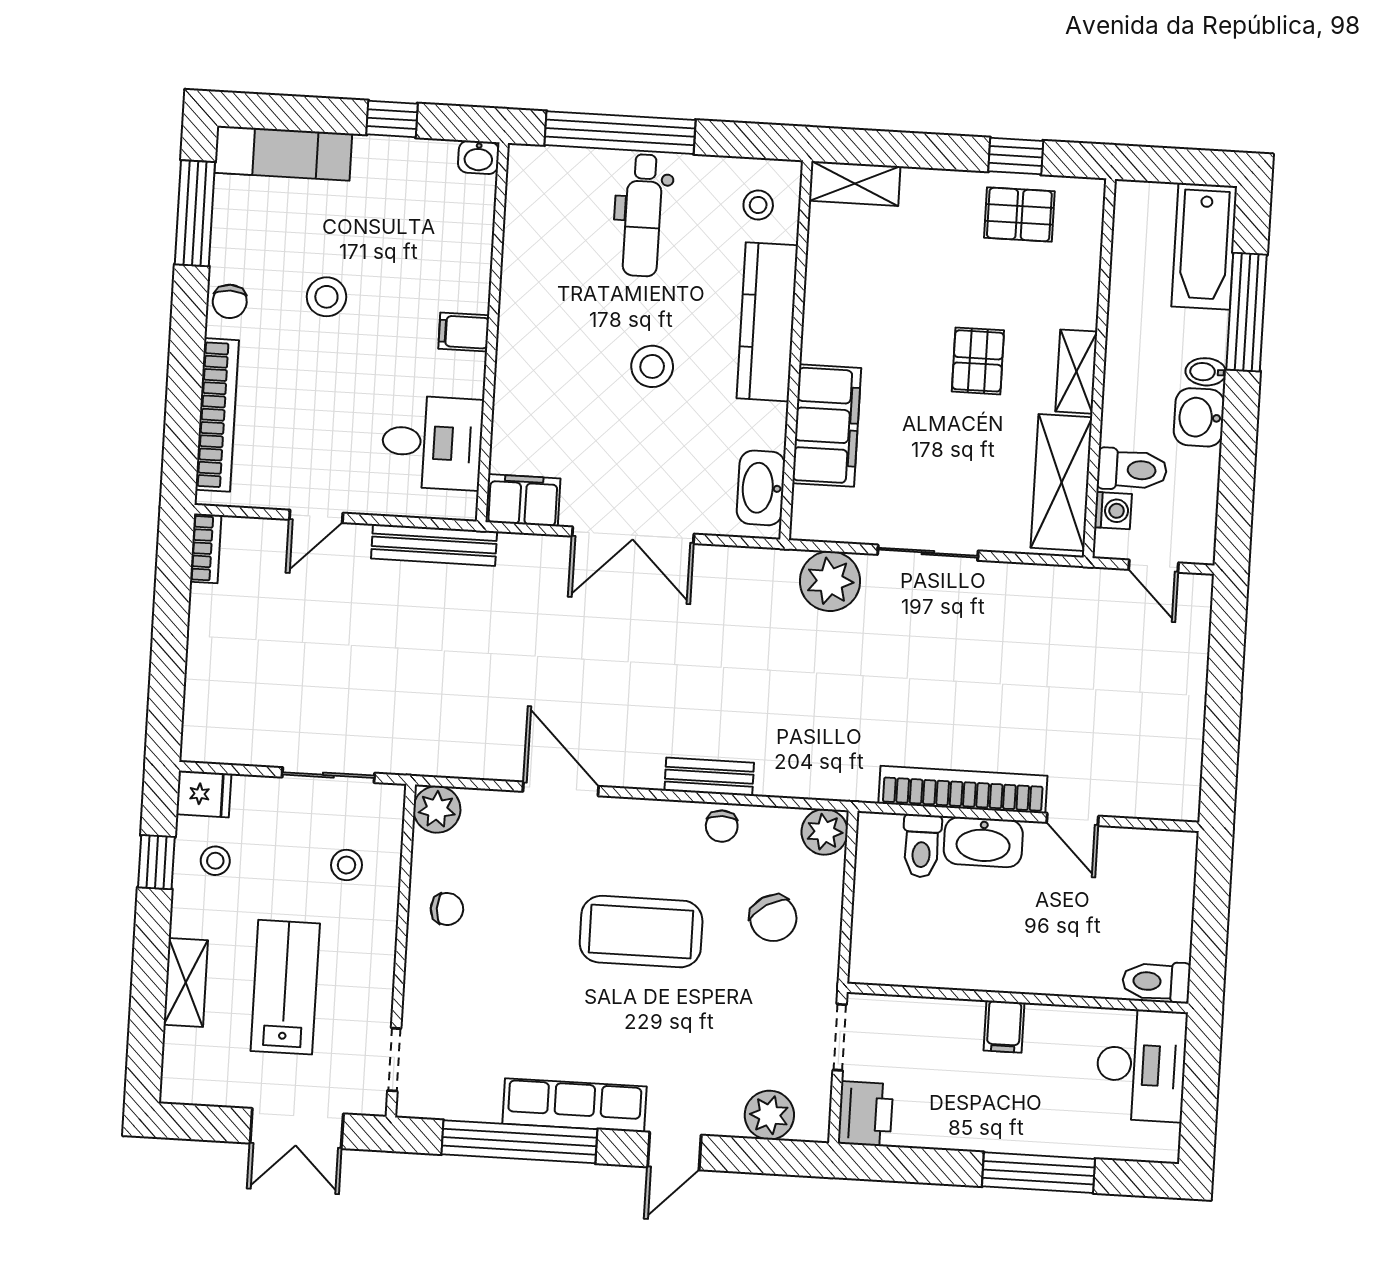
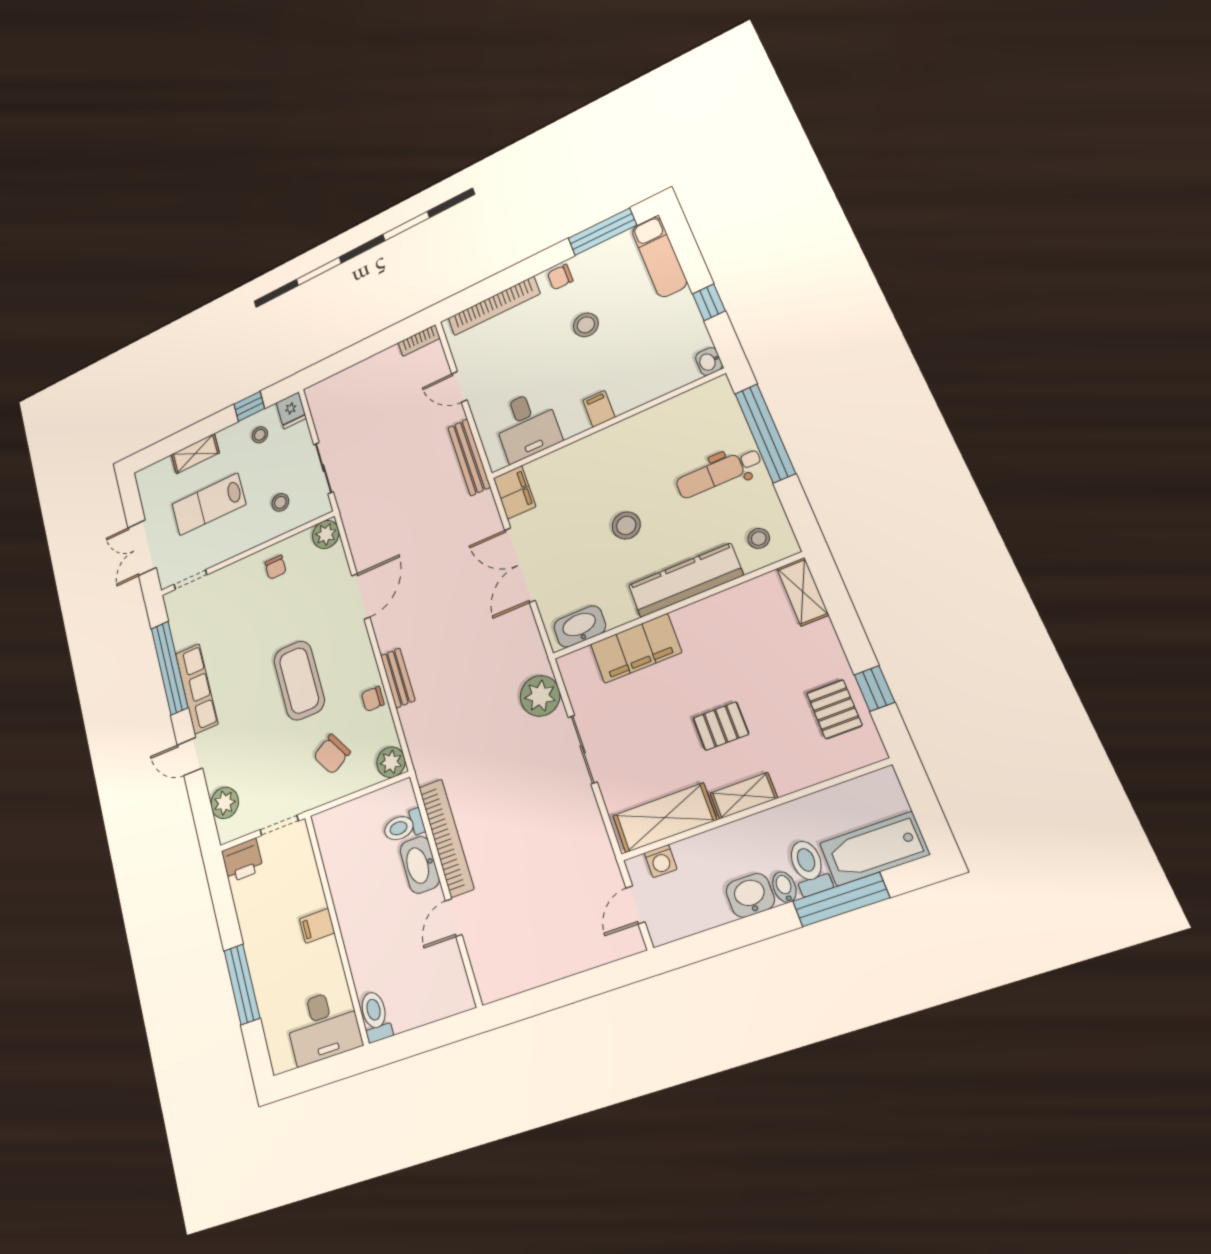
toilet: (1132, 470) -> (809, 867), moved, turned 180
lab bench: (285, 987) -> (209, 504), turned 180

